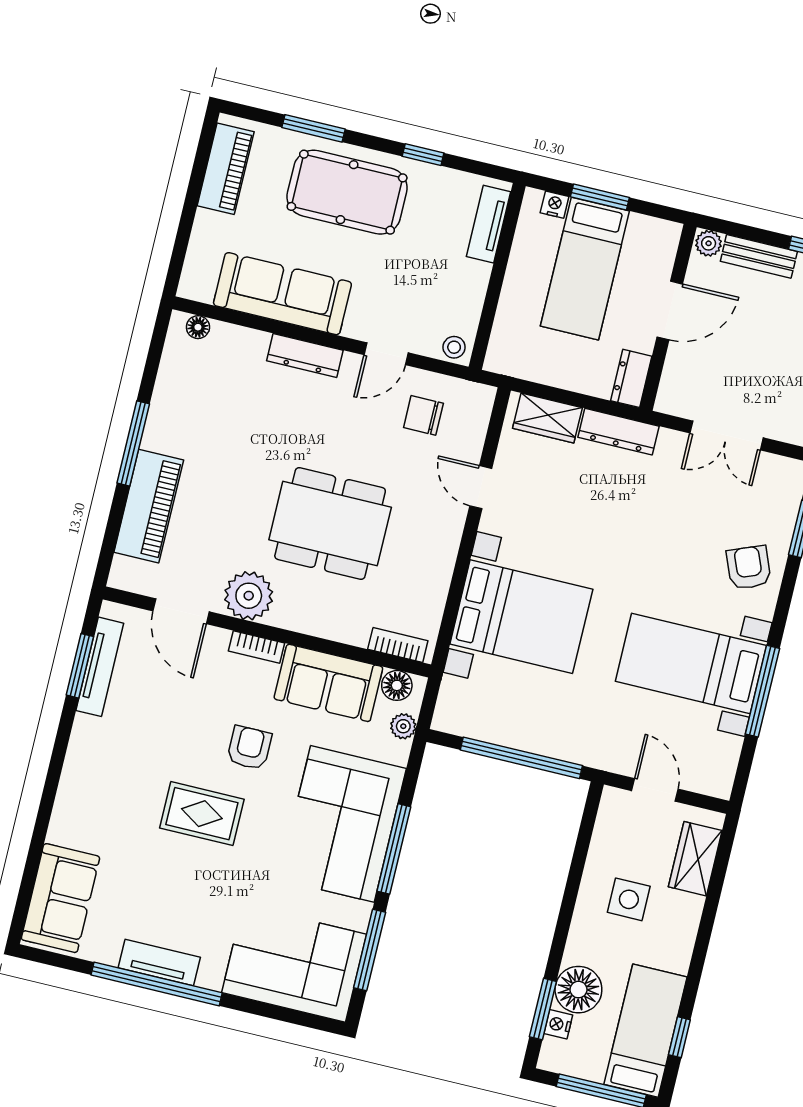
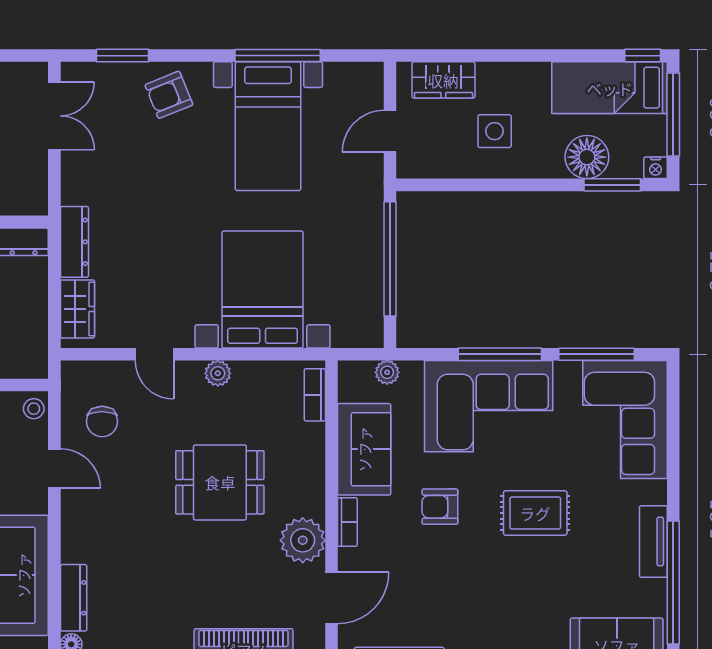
dresser: (305, 355) -> (74, 598), moved
double door: (727, 435) -> (54, 116), moved
door: (481, 487) -> (154, 354), hinge flipped
dining table: (330, 524) -> (220, 482), width x0.73
plant: (445, 549) -> (218, 373), added
floor lamp: (397, 685) -> (352, 387), removed
rug: (202, 814) -> (535, 513), moved, turned 90
window: (157, 984) -> (673, 583), moved
nightstand: (558, 1024) -> (656, 168), moved
window: (679, 1037) -> (643, 56), moved

